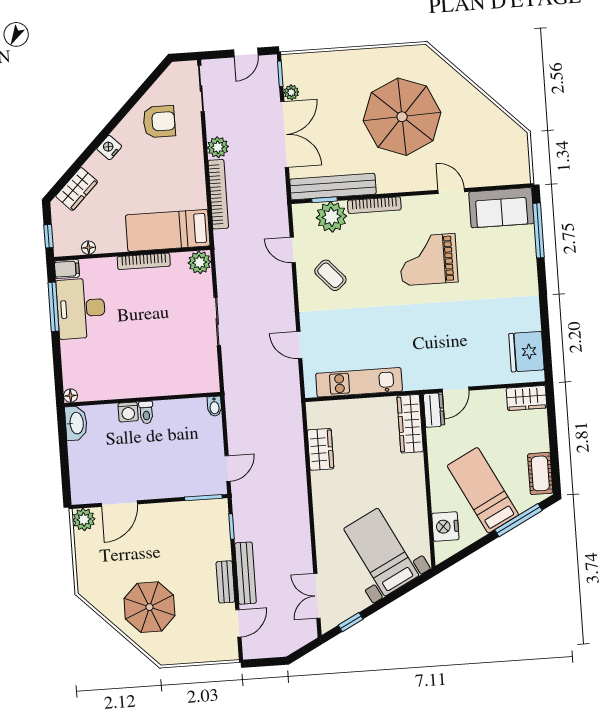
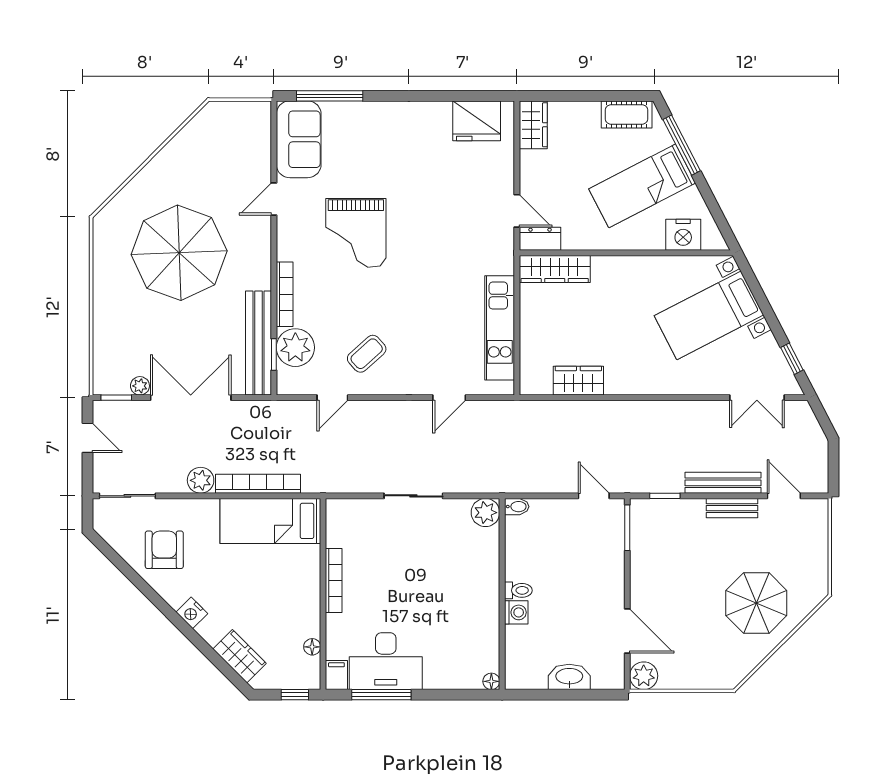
bed: (168, 230) -> (270, 521), moved, turned 90
plant: (199, 262) -> (485, 513), moved
washbasin: (76, 423) -> (569, 677), moved

